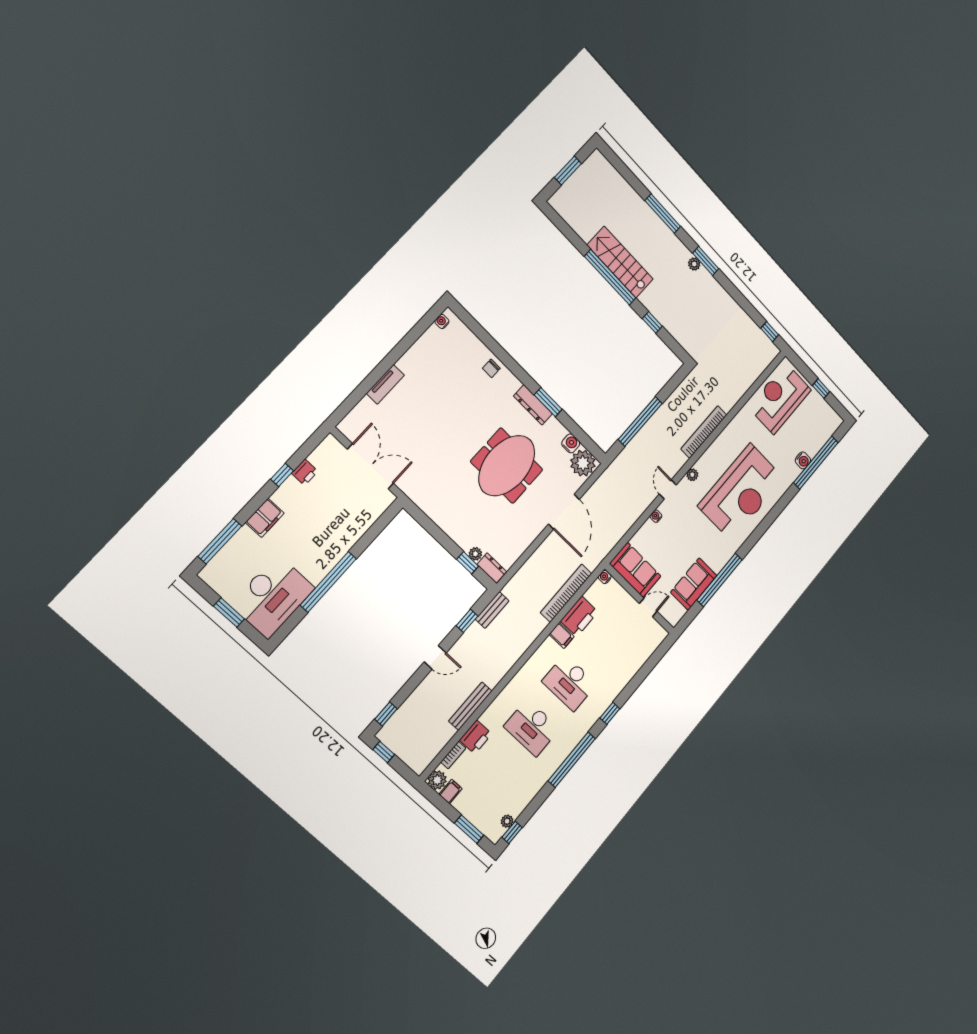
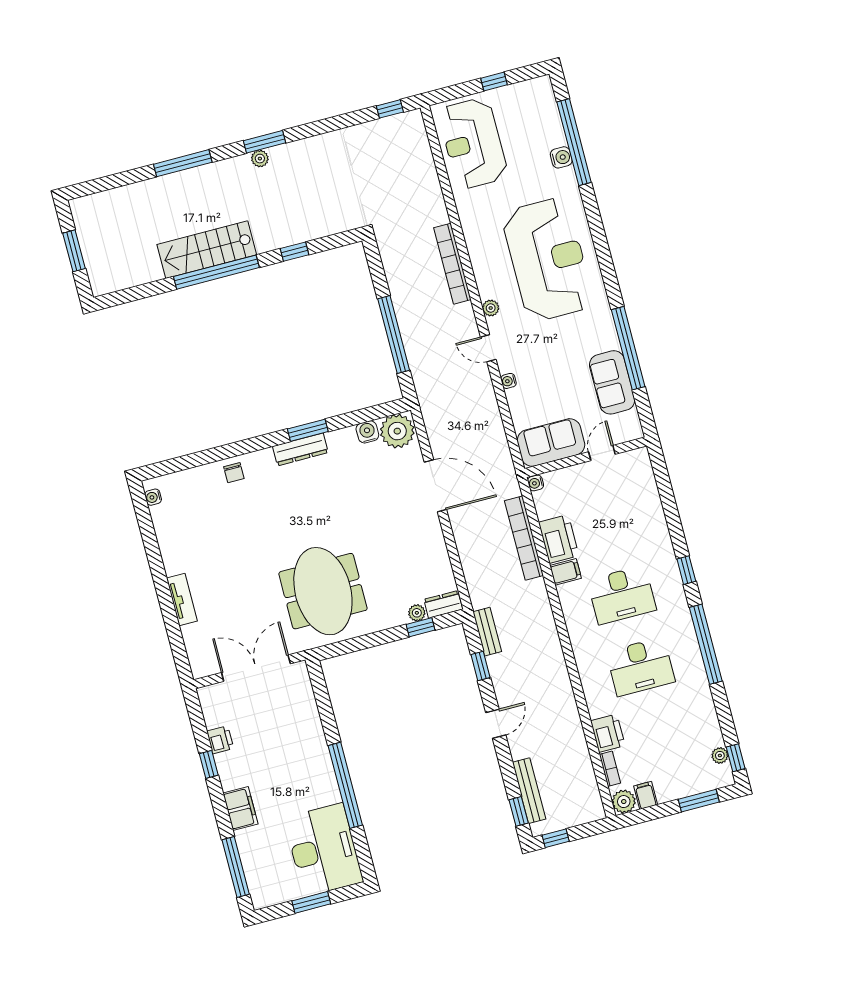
meeting table: (507, 466) -> (323, 591), moved
bench: (470, 706) -> (529, 791), moved

